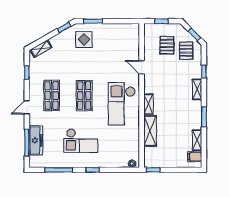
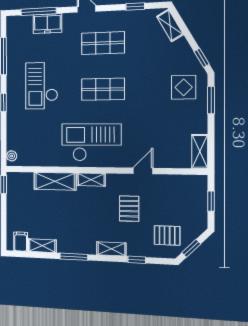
shelving: (128, 29) -> (200, 151), added
pallet: (167, 45) -> (129, 209), moved, turned 90
freezer: (36, 140) -> (47, 23), width x0.71

